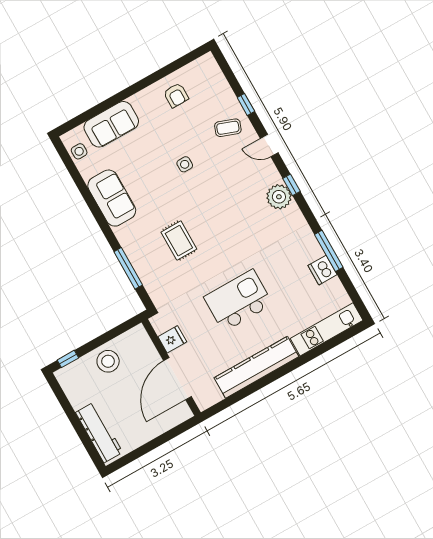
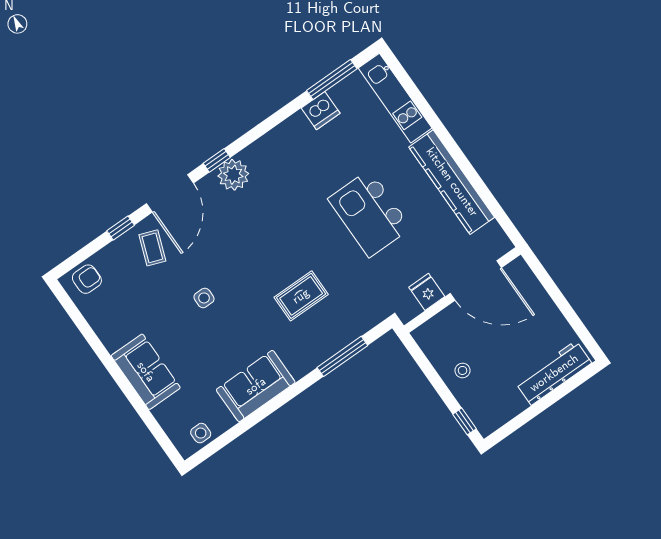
armchair: (176, 95) -> (87, 279), moved
sofa: (111, 124) -> (146, 372), moved
door: (269, 146) -> (170, 193), width x1.87
window: (329, 251) -> (332, 80), moved
stool: (108, 361) -> (463, 370), width x0.53, depth x0.53

